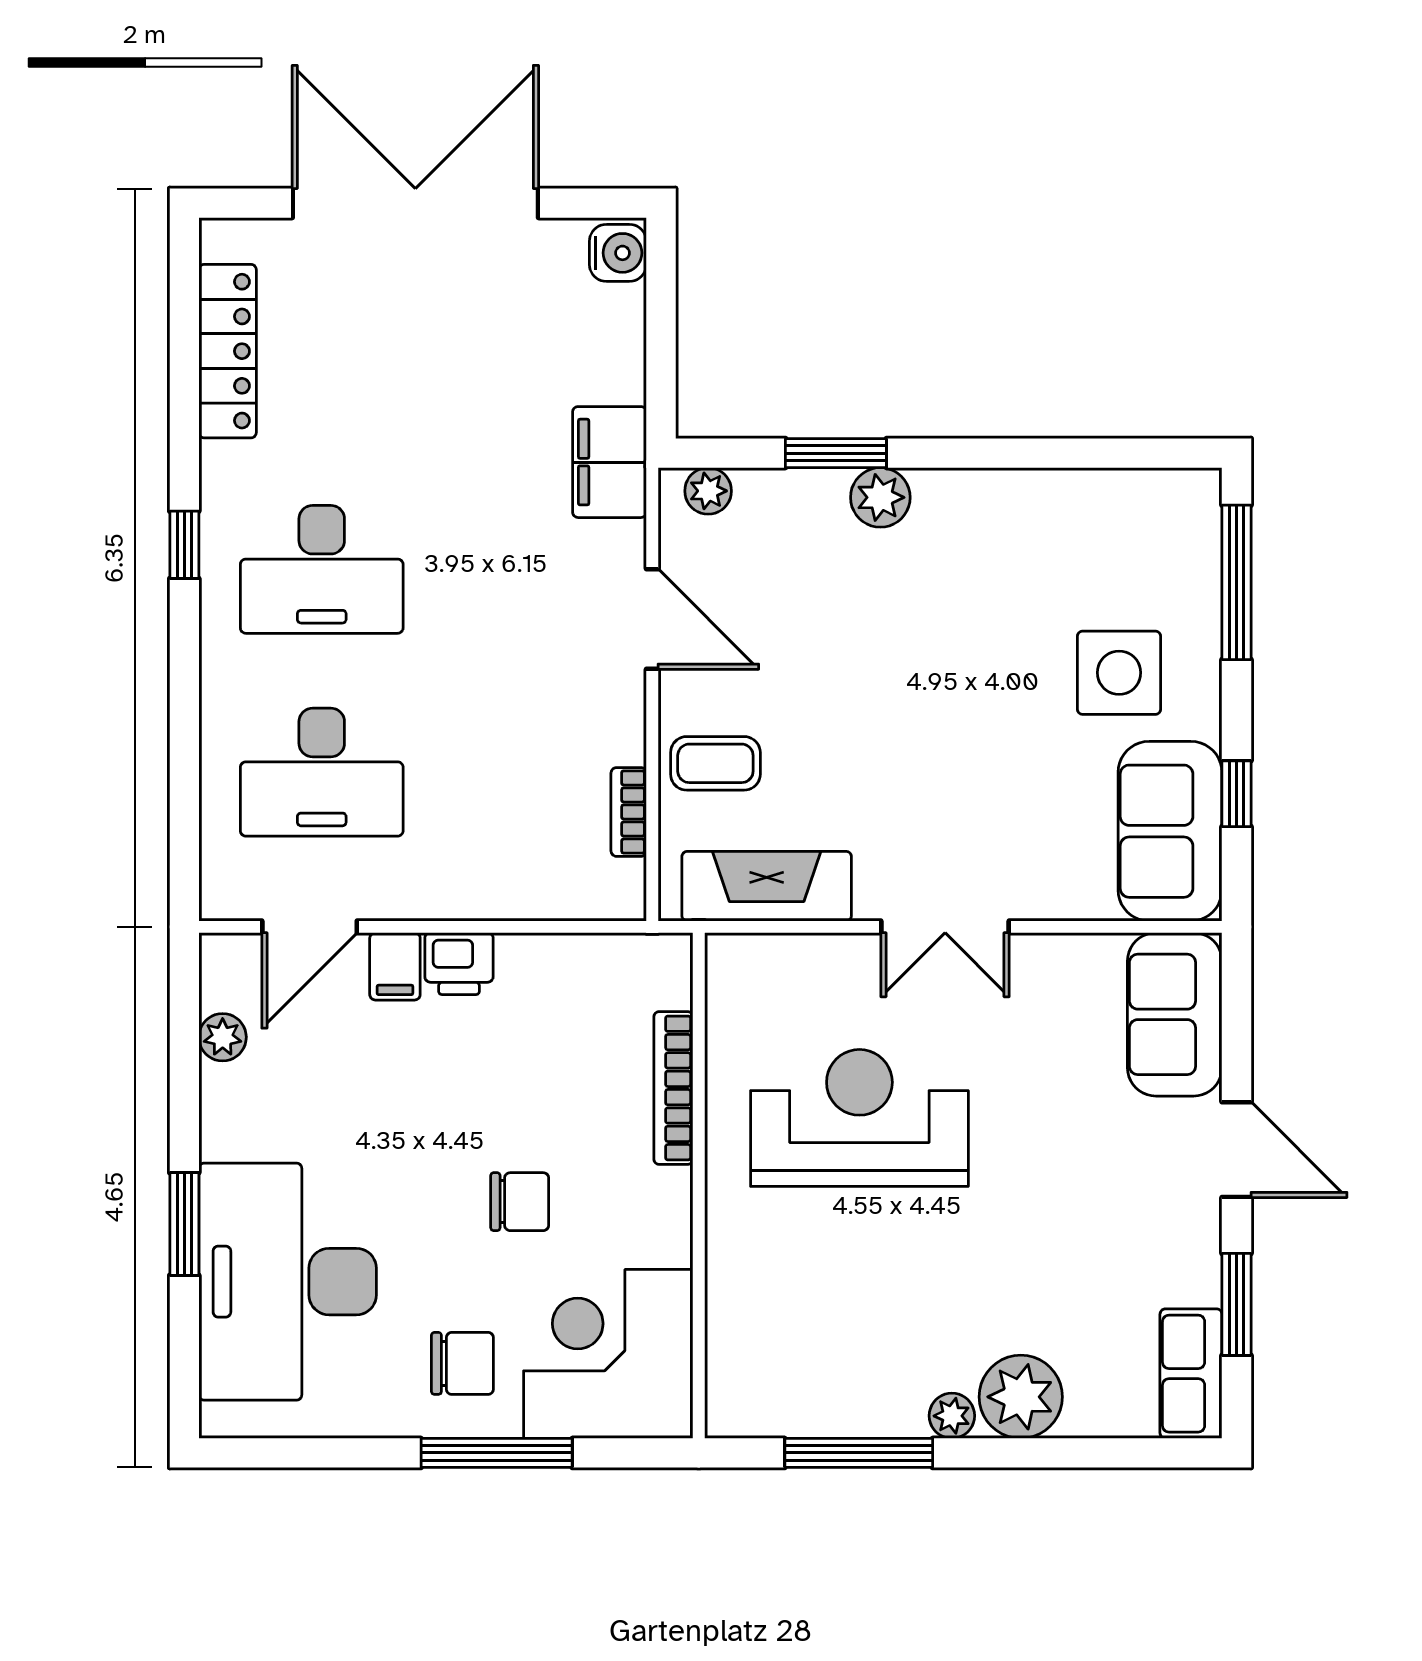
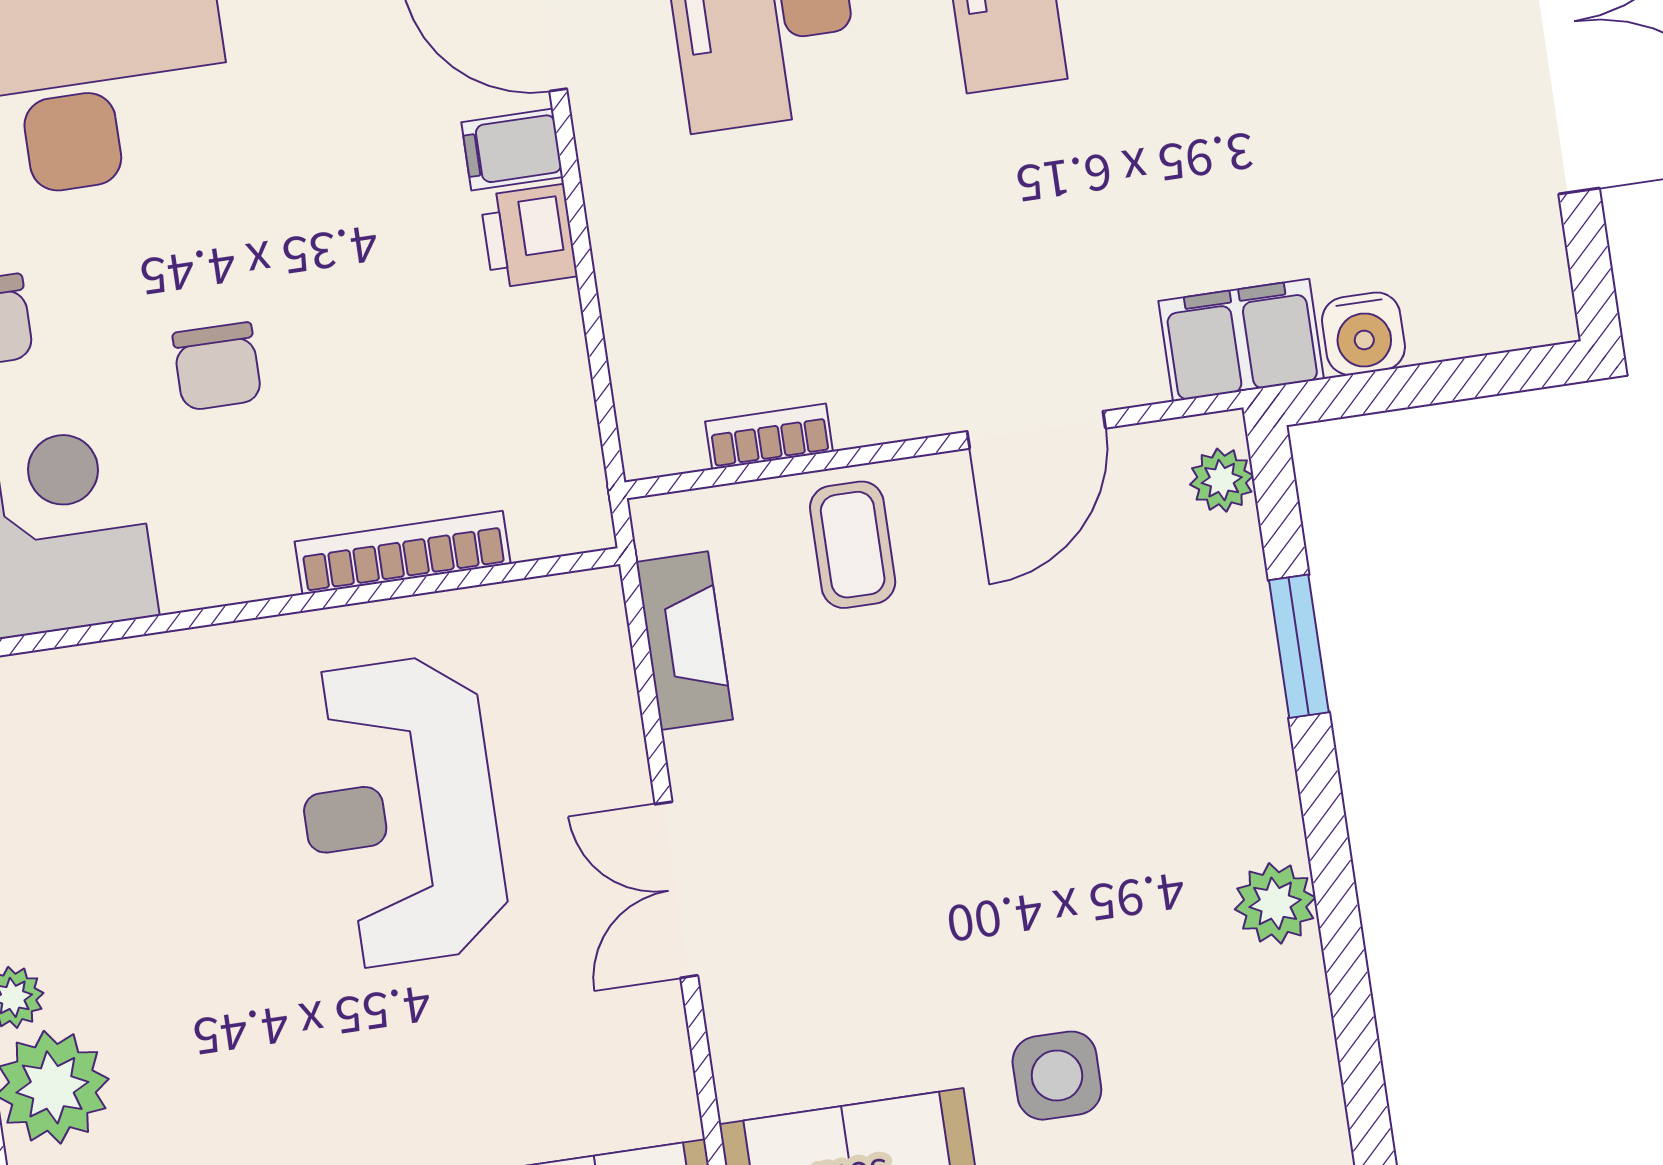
water cooler: (618, 253) -> (1363, 334), moved
plant: (880, 497) -> (1275, 903), moved
side table: (1119, 673) -> (1057, 1076), width x0.73, depth x0.73
fireplace: (767, 886) -> (684, 641), width x0.73, depth x0.76
reception desk: (859, 1118) -> (399, 812), turned 180

